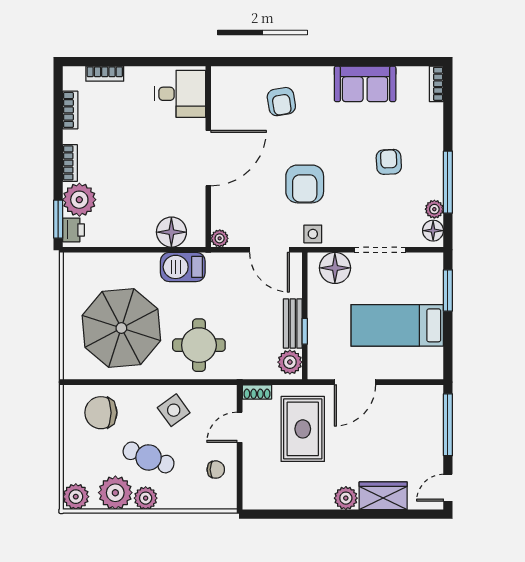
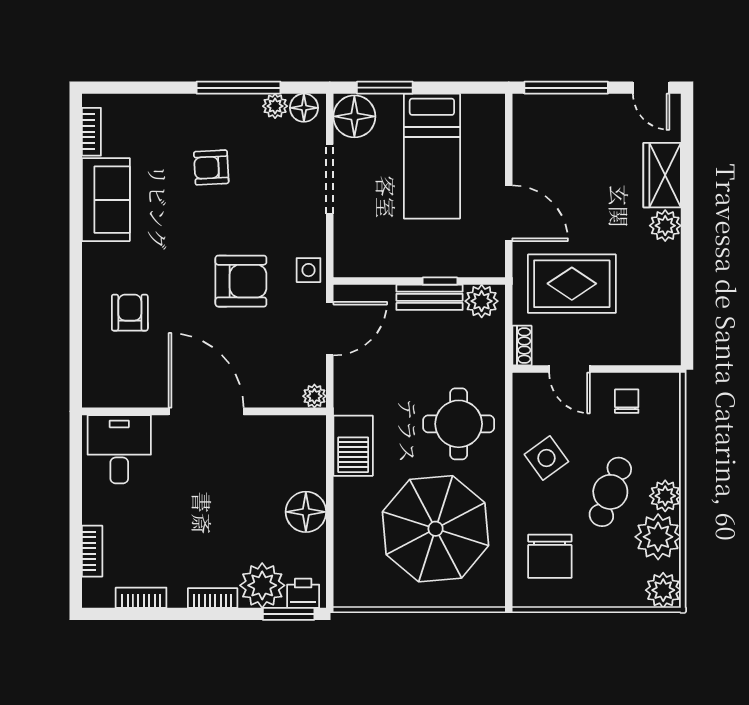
bookcase: (436, 84) -> (91, 132), moved, turned -90
armchair: (281, 102) -> (130, 313), turned -81
floor lamp: (171, 232) -> (306, 512), moved
floor lamp: (335, 268) -> (354, 116), moved

